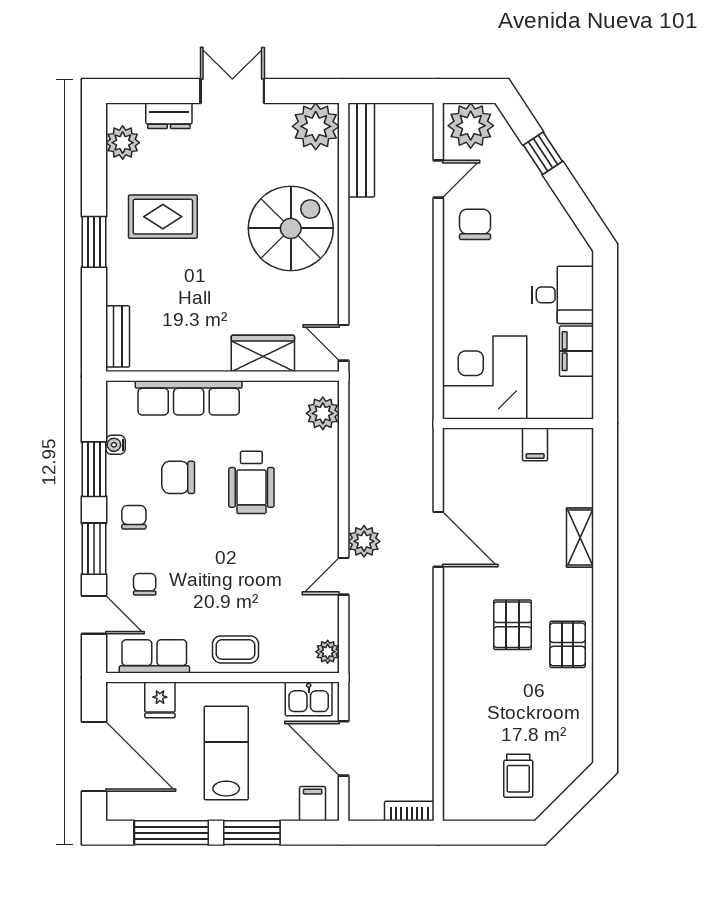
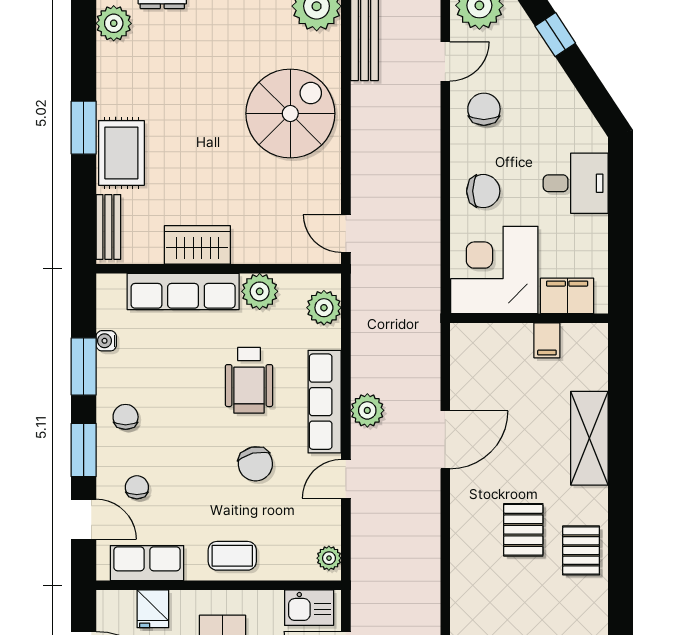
rug: (163, 217) -> (121, 153), moved, turned 90
chair: (474, 302) -> (483, 191), added
filing cabinet: (576, 351) -> (567, 296), moved, turned 90
wardrobe: (263, 353) -> (197, 245), moved
plant: (262, 398) -> (260, 291), added
chair: (178, 477) -> (255, 464), moved, turned -104
row of seats: (323, 503) -> (325, 402), added
shelving: (580, 538) -> (589, 438), width x1.50, depth x1.33
door: (438, 539) -> (445, 440), hinge flipped
plant: (364, 541) -> (367, 410), moved

